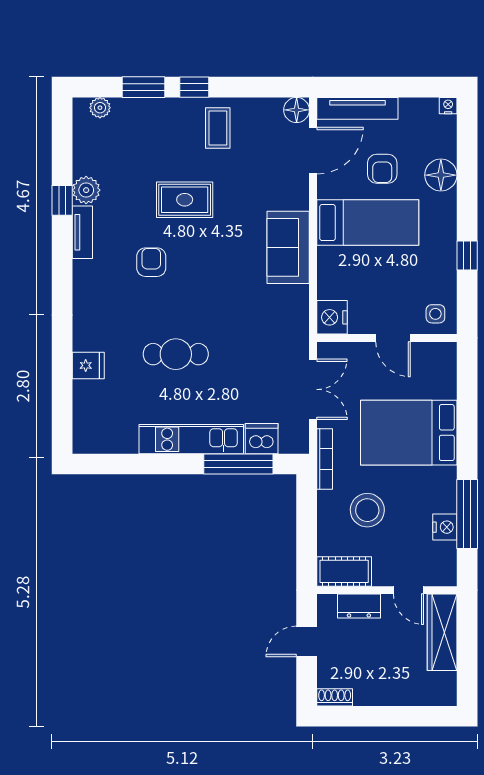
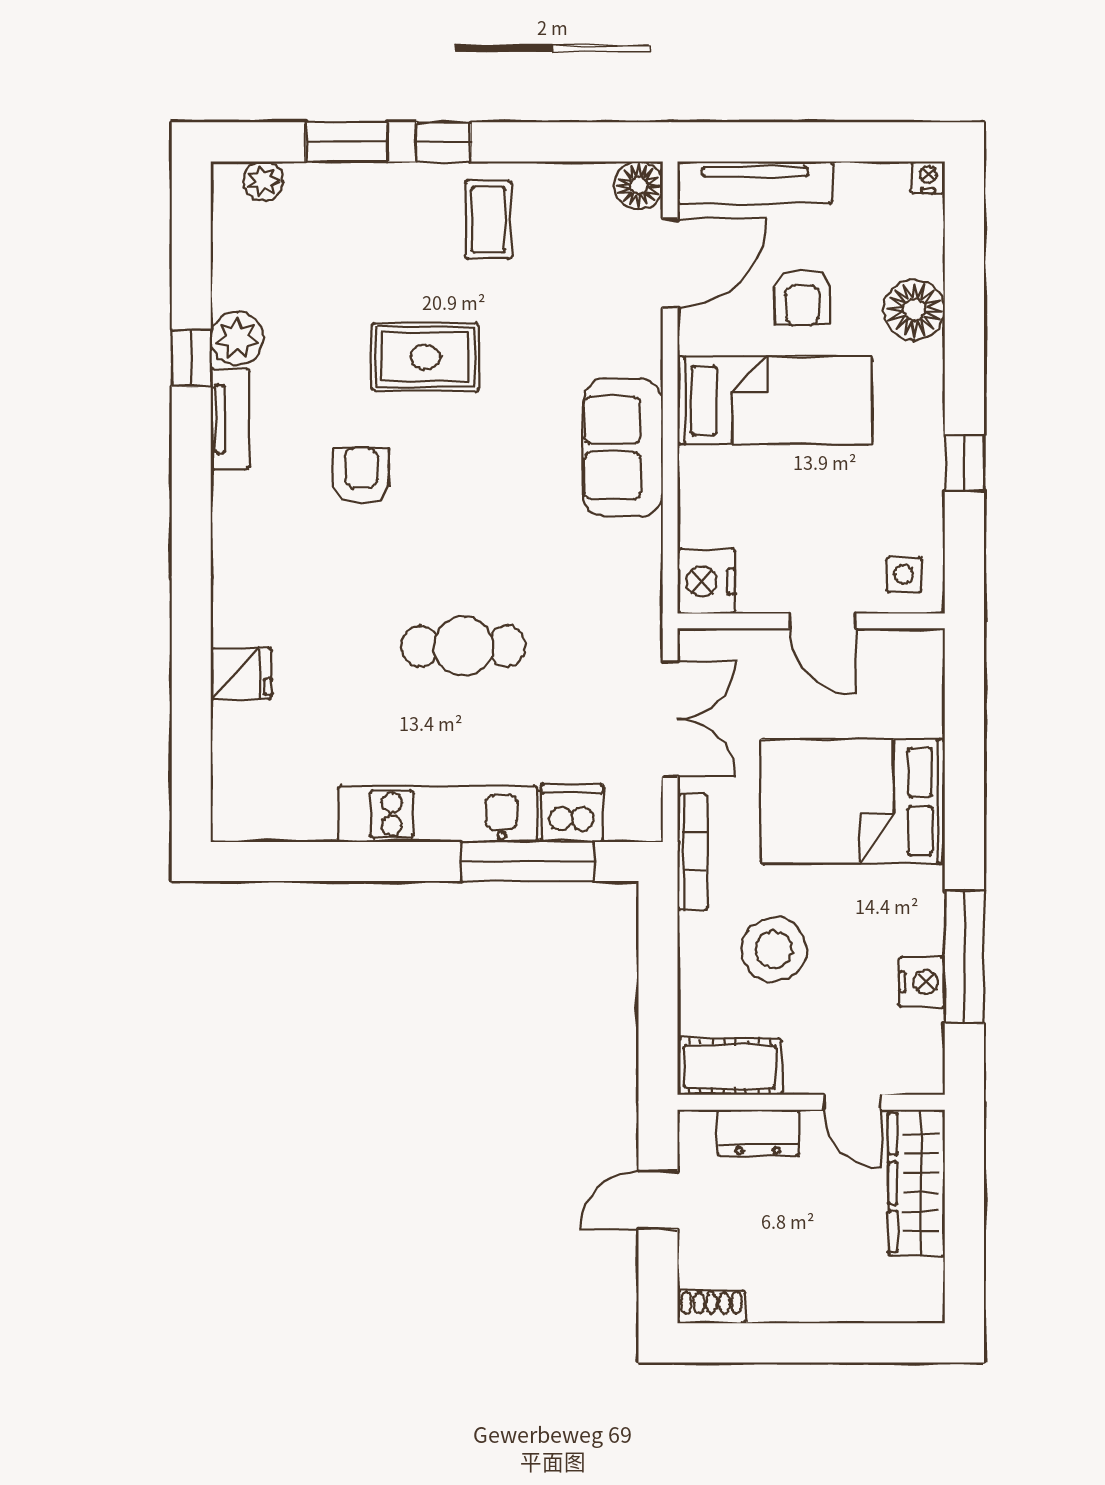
cafe table: (176, 354) -> (463, 646), moved

